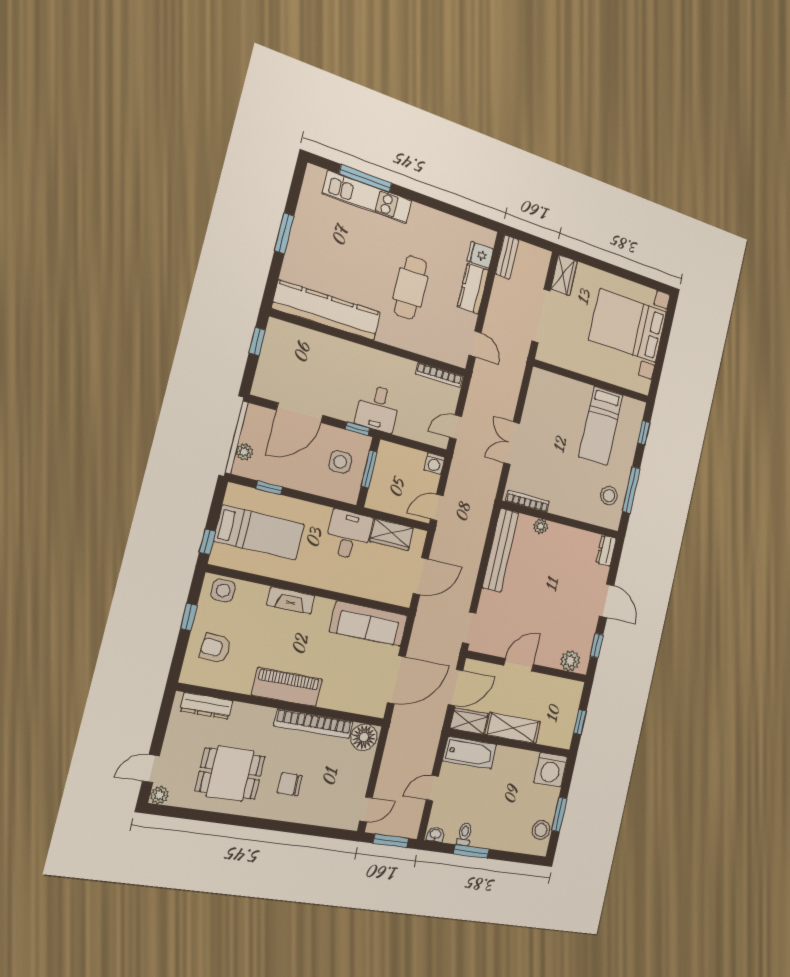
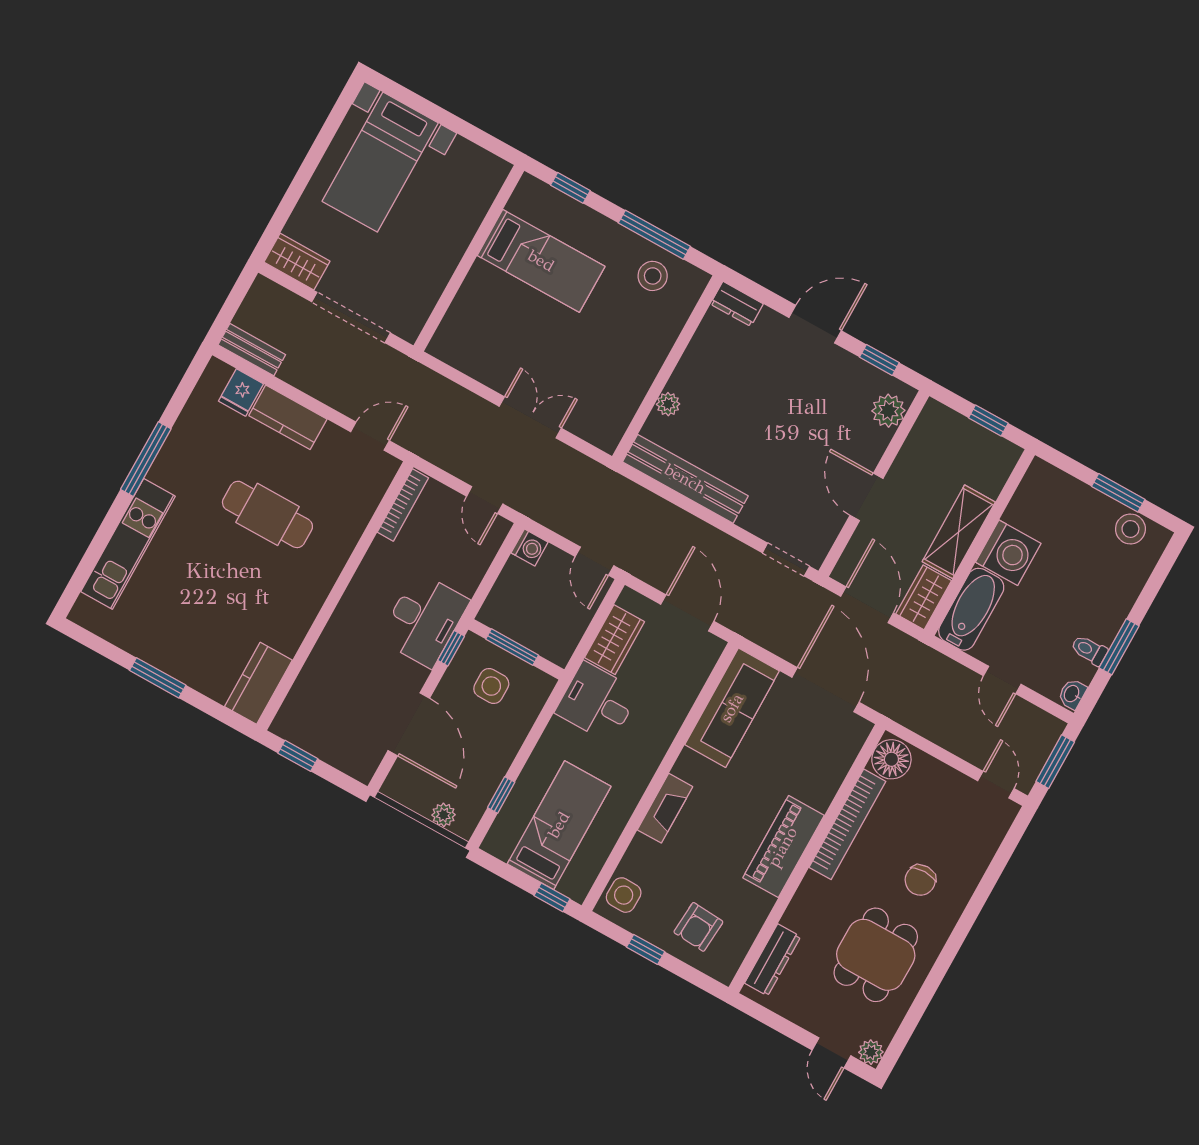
window: (365, 178) -> (146, 459), moved
kitchen counter: (327, 310) -> (258, 683), width x0.48, depth x0.86
bed with nightstands: (628, 326) -> (380, 162), width x0.73
desk: (378, 408) -> (424, 620), width x1.37
double door: (512, 443) -> (530, 417), swing flipped
bookcase: (528, 501) -> (624, 415), removed
washing machine: (550, 770) -> (1008, 553), moved

